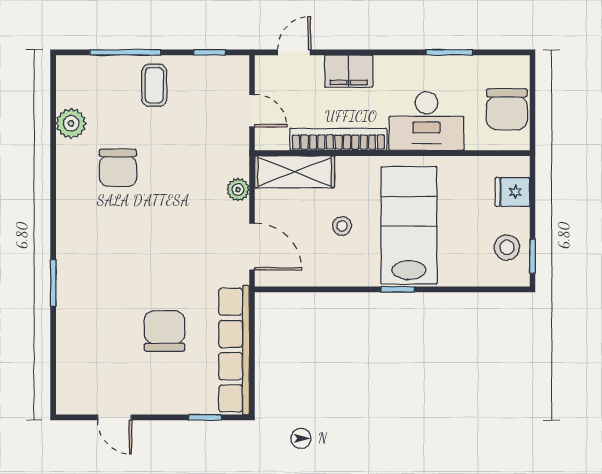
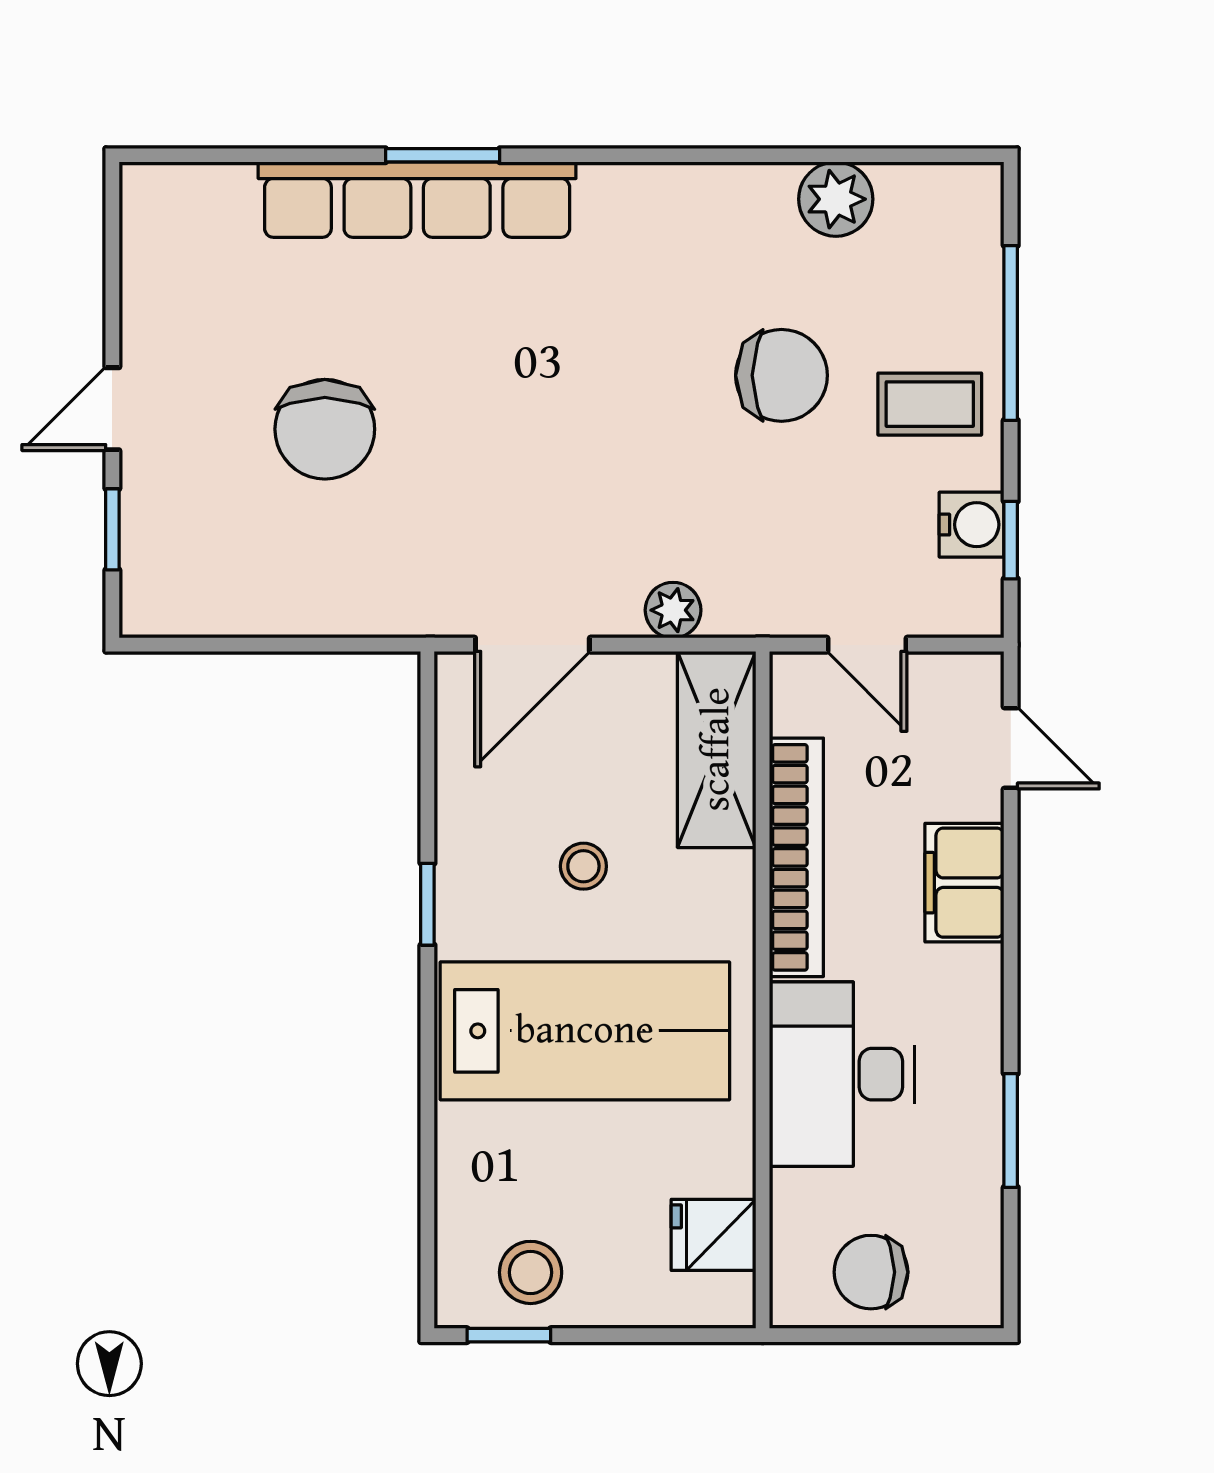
water cooler: (203, 68) -> (972, 525), added
chair: (507, 109) -> (871, 1272), width x0.73, depth x0.73
door: (252, 111) -> (867, 645), hinge flipped
chair: (118, 168) -> (781, 375), moved, turned 180
fridge: (513, 192) -> (714, 1235), moved, turned -90
window: (398, 289) -> (427, 904), moved
chair: (164, 331) -> (325, 429), turned 90
row of seats: (234, 350) -> (417, 200), moved, turned 180
door: (115, 417) -> (112, 409), moved

